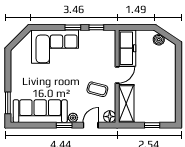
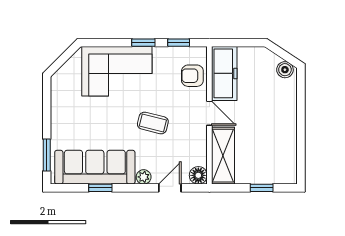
boiler: (159, 40) -> (285, 70), moved
armchair: (106, 50) -> (192, 76), added
door: (117, 75) -> (209, 113), hinge flipped
coffee table: (97, 89) -> (153, 123), moved
window: (64, 125) -> (100, 188), moved

